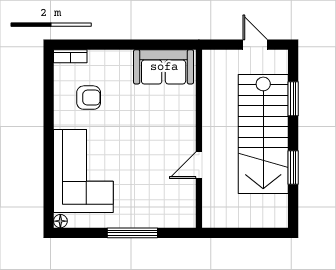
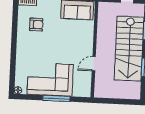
corner sofa: (83, 171) -> (50, 79), moved, turned -90

